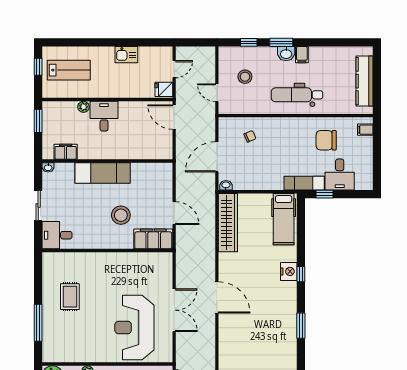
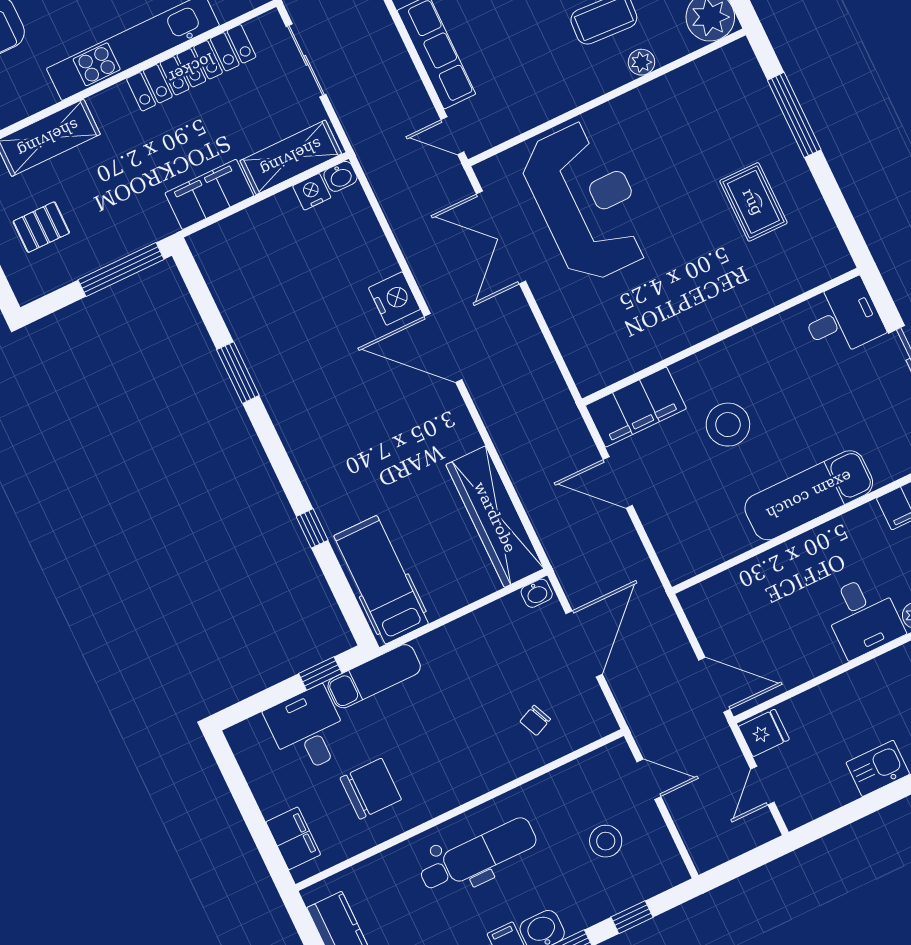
filing cabinet: (365, 130) -> (293, 838), width x2.00
nightstand: (289, 271) -> (394, 299), moved, turned 180
window: (301, 274) -> (312, 528), moved
double door: (174, 310) -> (501, 238), moved

